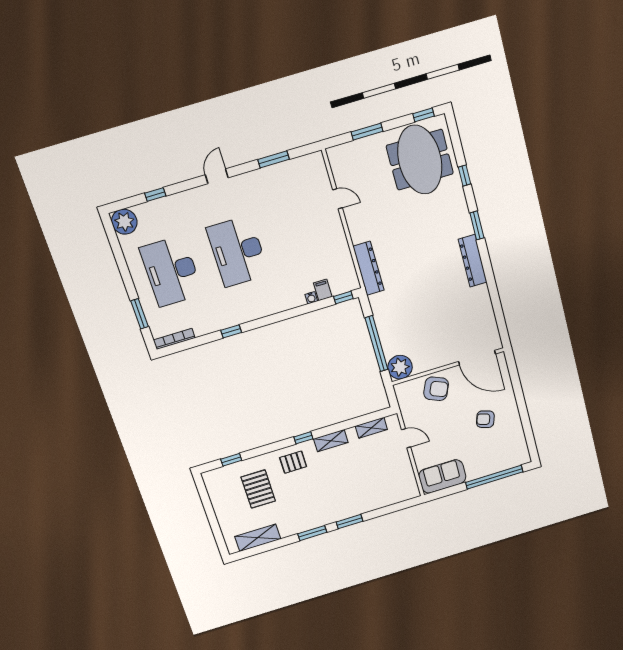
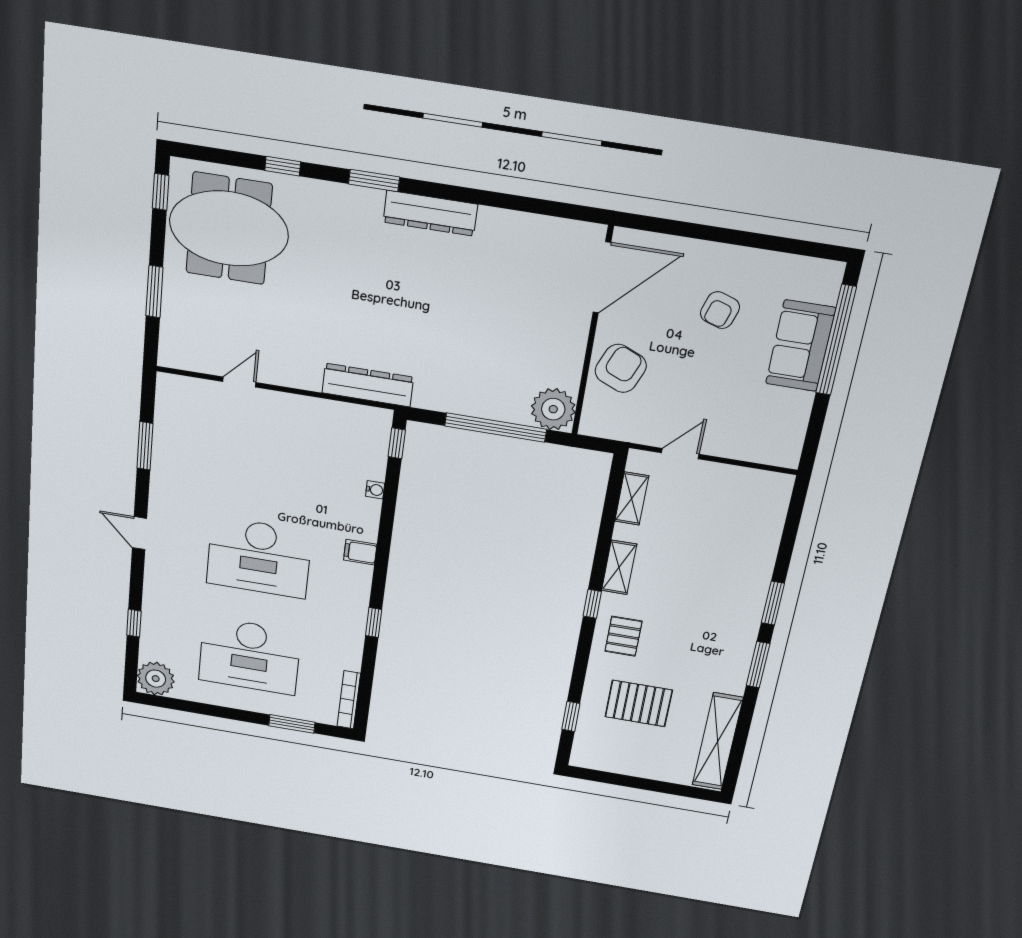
filing cabinet: (323, 290) -> (360, 552), moved
sofa: (442, 476) -> (801, 346), moved
shelving: (258, 538) -> (718, 741), width x1.47

